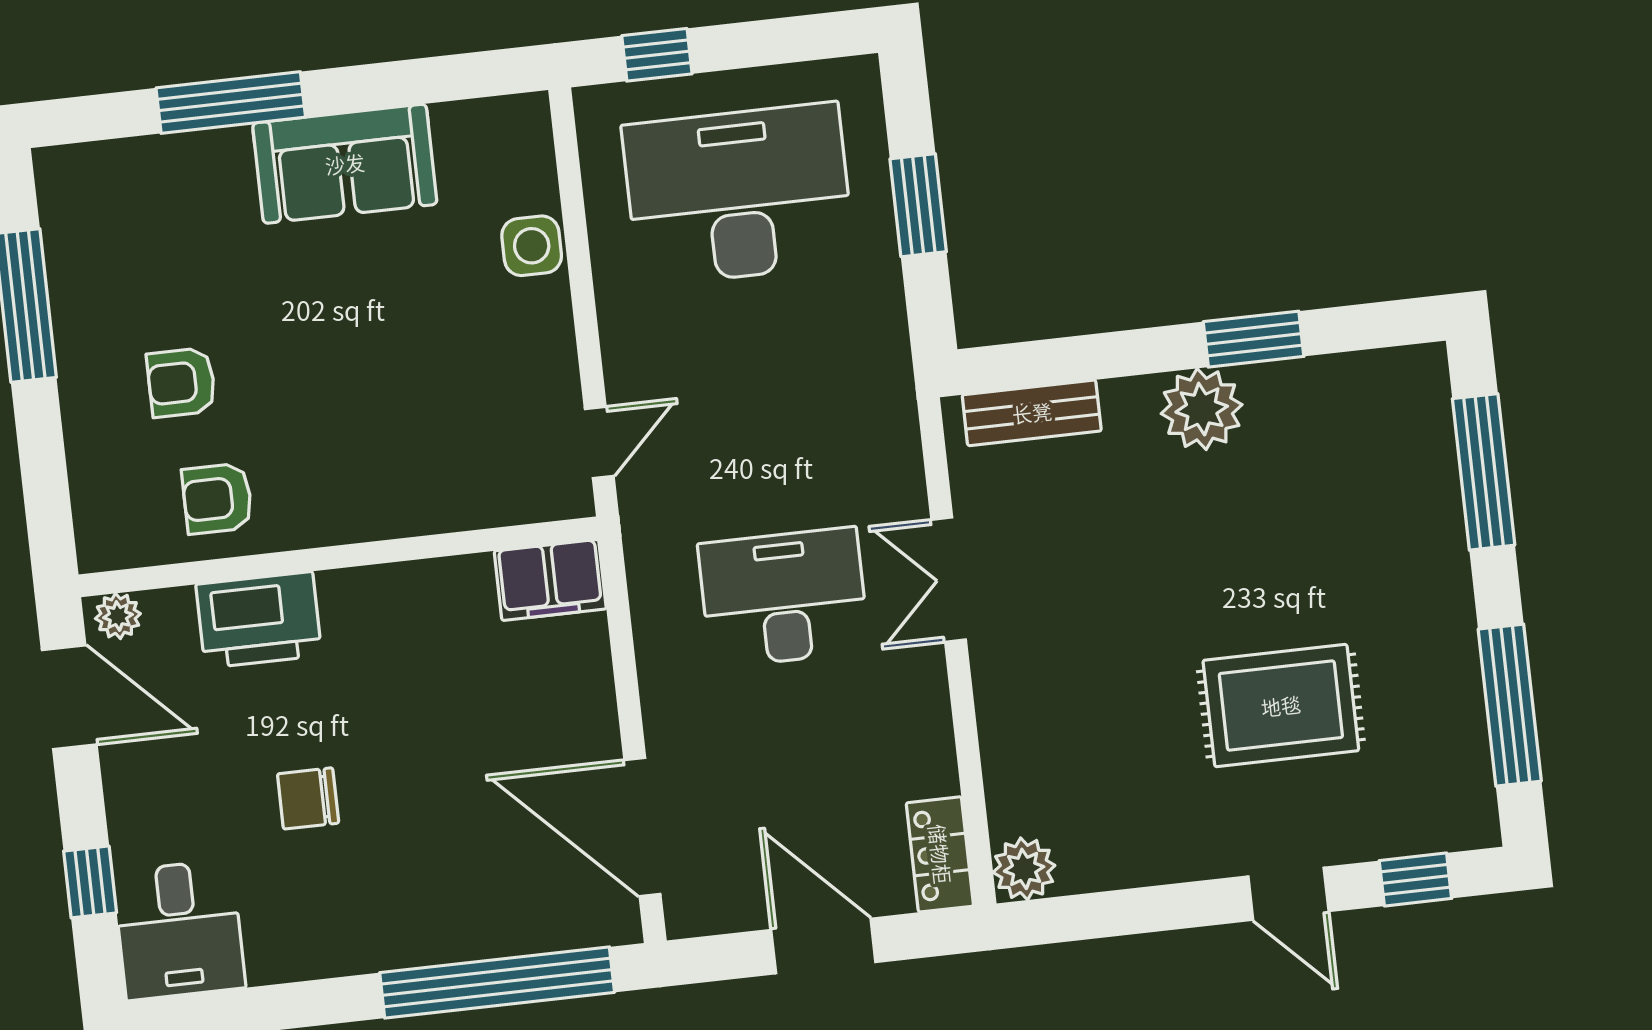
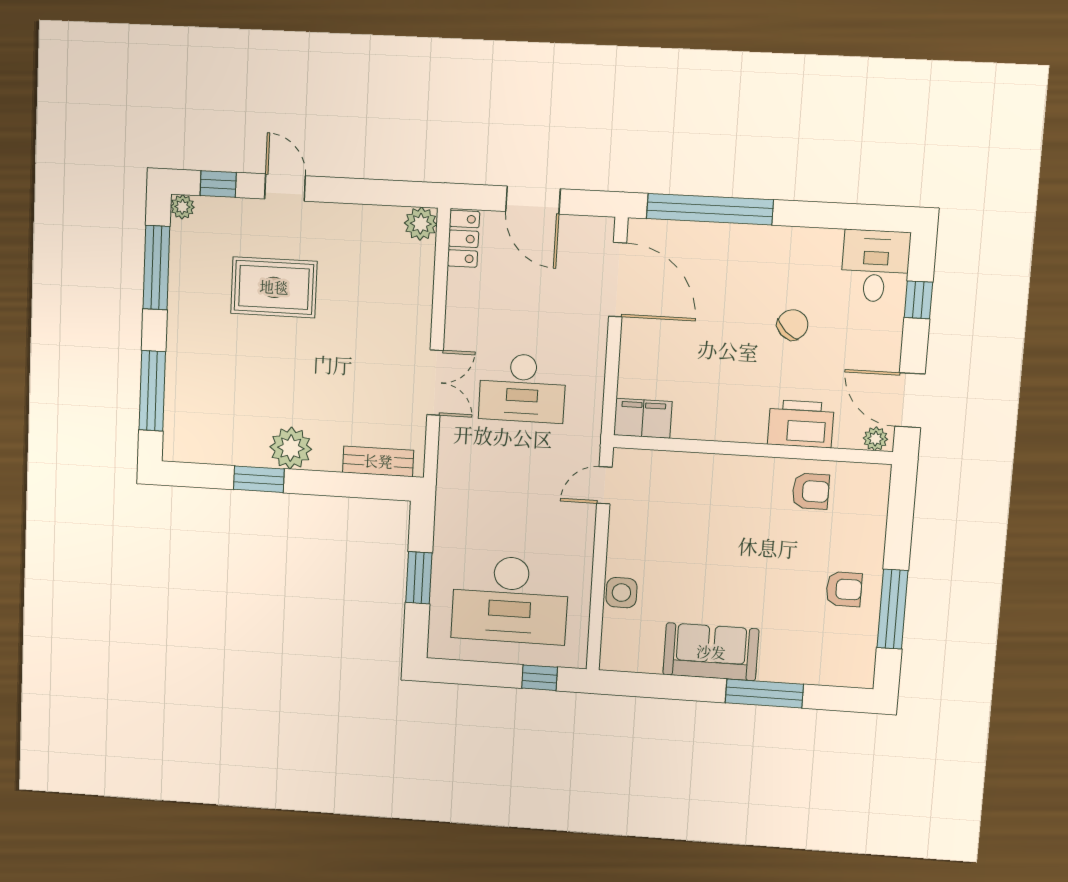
armchair: (181, 382) -> (844, 589), moved
chair: (308, 798) -> (793, 325), turned -47
plant: (1477, 826) -> (182, 207), added

